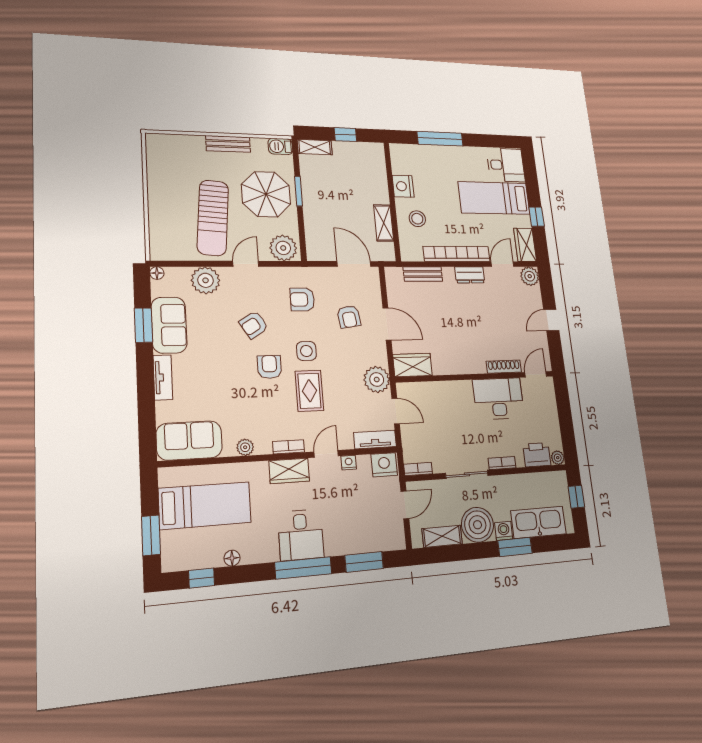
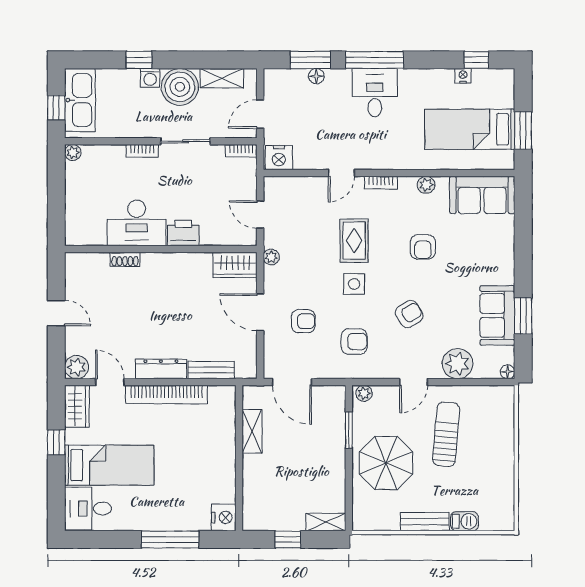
barbecue: (280, 146) -> (465, 521), moved
nightstand: (403, 186) -> (224, 517), moved
window: (299, 191) -> (349, 430), moved
sun lounger: (213, 218) -> (446, 434), width x0.73, depth x0.75
stool: (417, 219) -> (210, 437), removed
plant: (283, 248) -> (364, 393), width x0.53, depth x0.53
door: (502, 264) -> (110, 382), swing flipped
dresser: (470, 275) -> (161, 369), width x1.44
armchair: (349, 317) -> (303, 321), turned 98
door: (551, 320) -> (56, 313), hinge flipped
armchair: (269, 367) -> (423, 247), moved
shoe rack: (504, 367) -> (125, 259), width x0.70
door: (536, 374) -> (86, 249), removed
tv unit: (163, 377) -> (506, 261), removed
plant: (377, 379) -> (271, 257), width x0.53, depth x0.53
tv unit: (375, 440) -> (286, 185), removed
printer: (537, 455) -> (183, 233), moved, turned 180
nightstand: (349, 463) -> (463, 76), moved, turned 180
wardrobe: (289, 471) -> (382, 158), removed
kitchen sink: (538, 522) -> (80, 100), moved, turned -90
window: (151, 535) -> (523, 130), moved
window: (515, 547) -> (139, 60), width x0.67
floor lamp: (232, 558) -> (316, 76), moved

